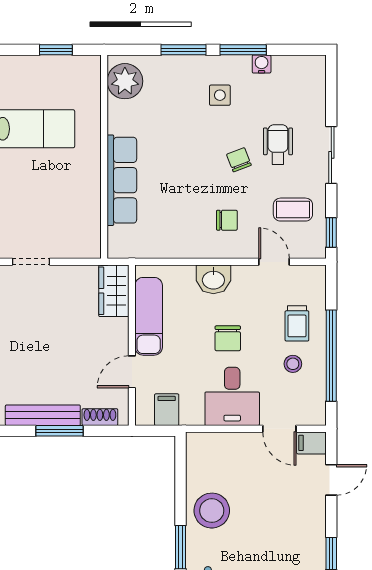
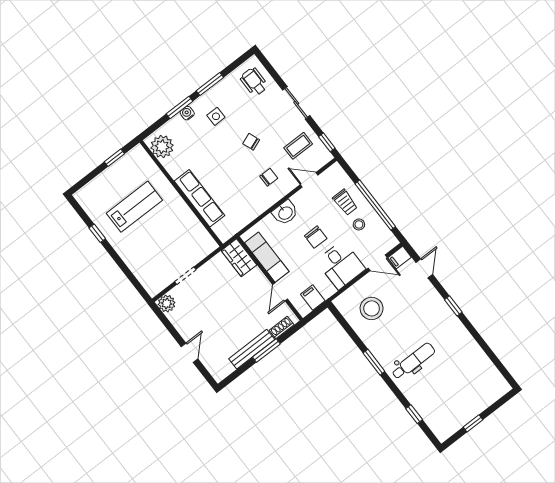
water cooler: (262, 64) -> (187, 113), moved
wheelchair: (278, 145) -> (254, 82), moved
stool: (212, 511) -> (372, 308), moved

